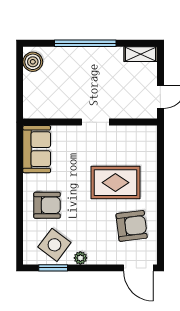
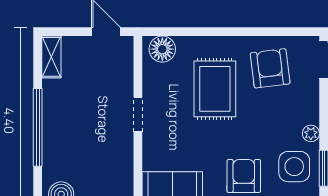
floor lamp: (147, 141) -> (162, 49), added
side table: (54, 245) -> (294, 167), turned -37

